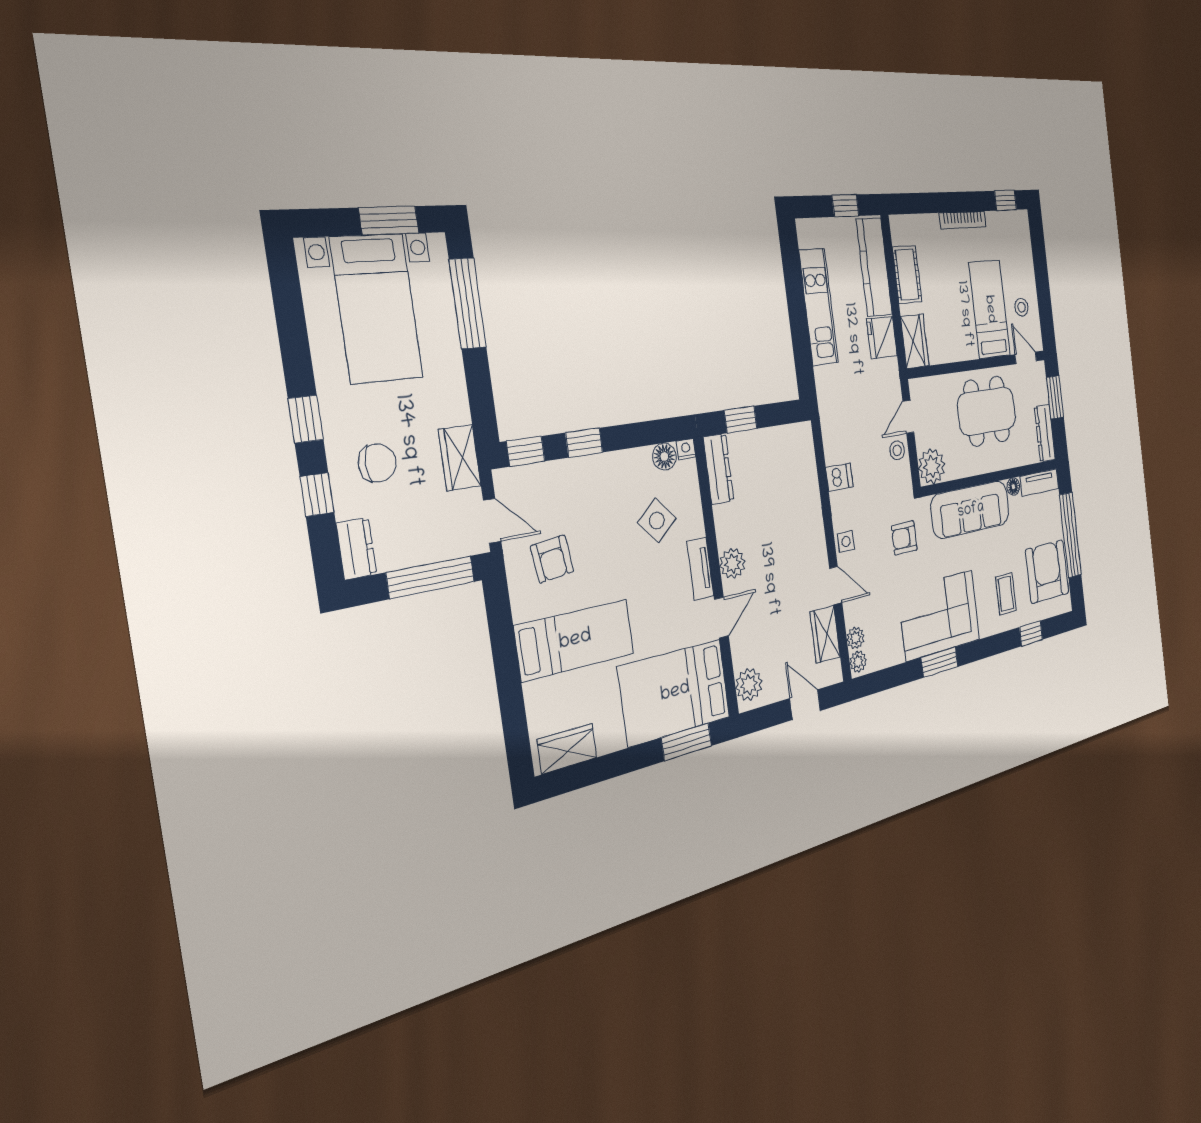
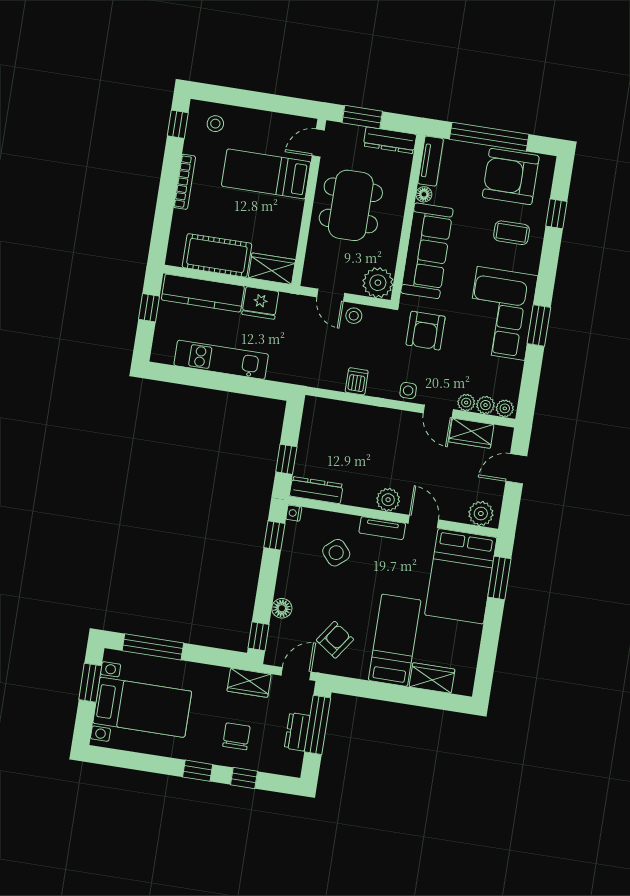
cot: (907, 274) -> (217, 255), width x1.37, depth x1.34
stool: (1021, 307) -> (215, 124), moved
window: (584, 443) -> (274, 535), moved
floor lamp: (664, 457) -> (282, 608), moved
armchair: (904, 538) -> (426, 331), width x1.38, depth x1.38
dresser: (356, 549) -> (297, 732), moved, turned -90
armchair: (552, 559) -> (335, 640), turned -48
door: (836, 585) -> (438, 411), swing flipped
plant: (852, 614) -> (466, 403), added
wardrobe: (567, 749) -> (432, 678), moved, turned 90

